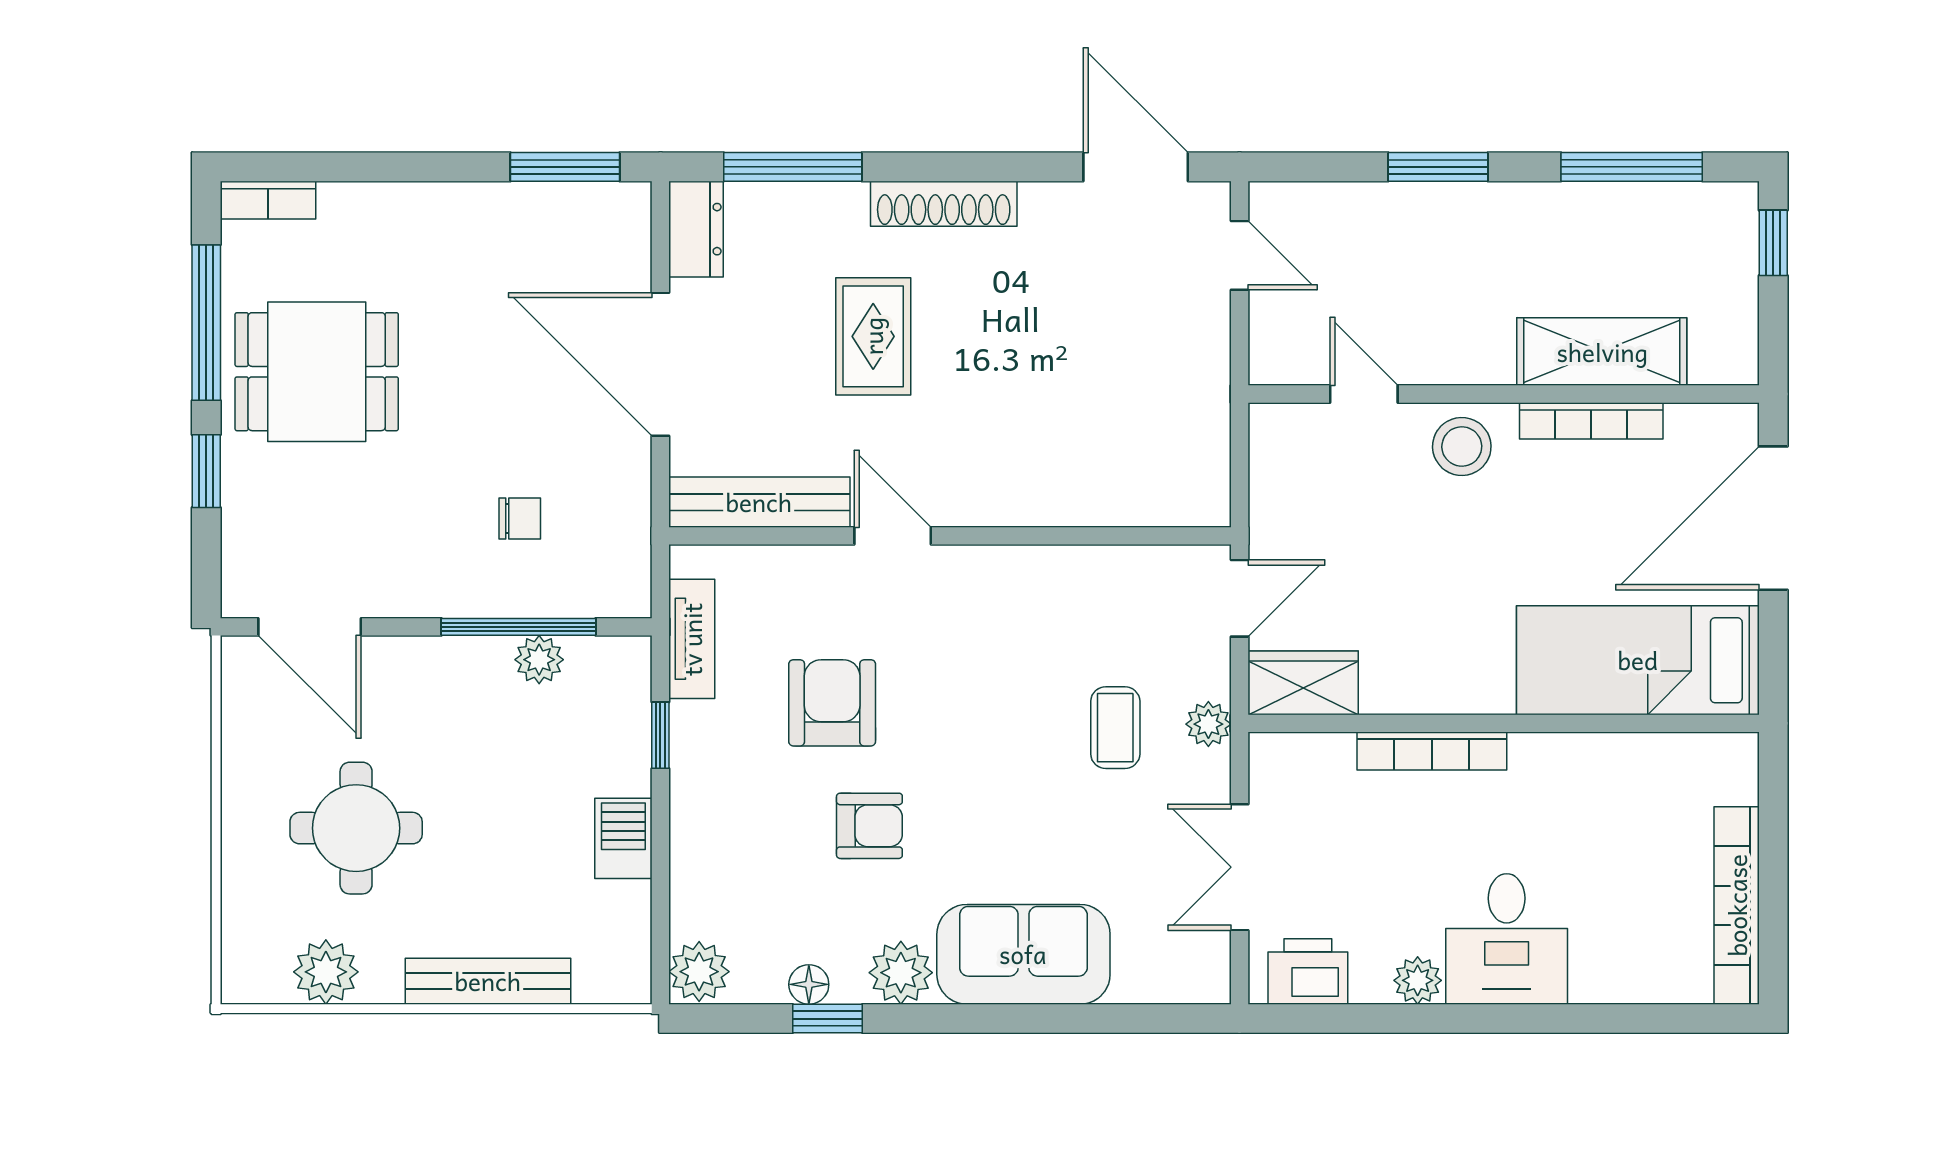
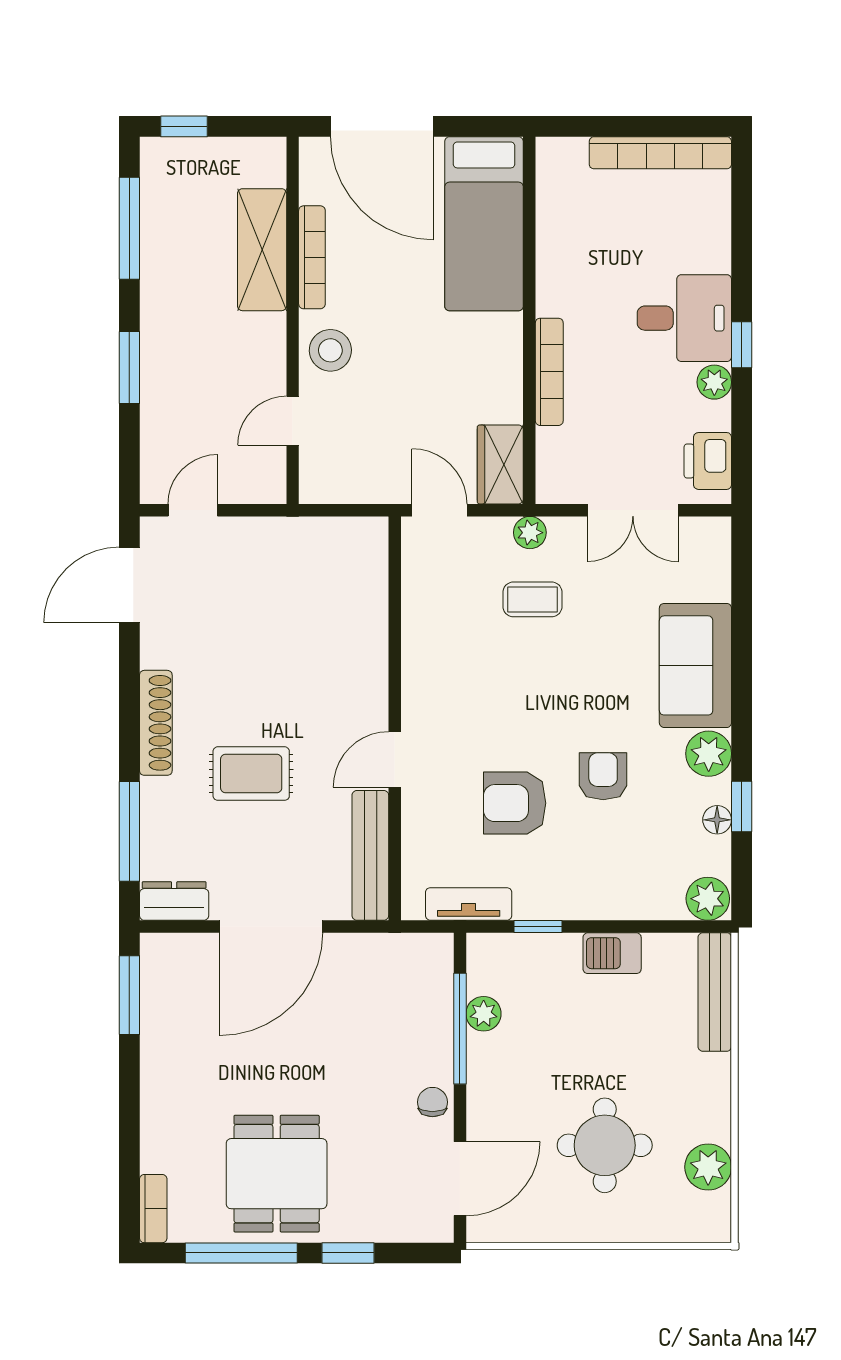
chair: (520, 518) -> (432, 1102), moved
bench: (488, 981) -> (715, 992), moved
window: (1469, 1019) -> (742, 345), added

